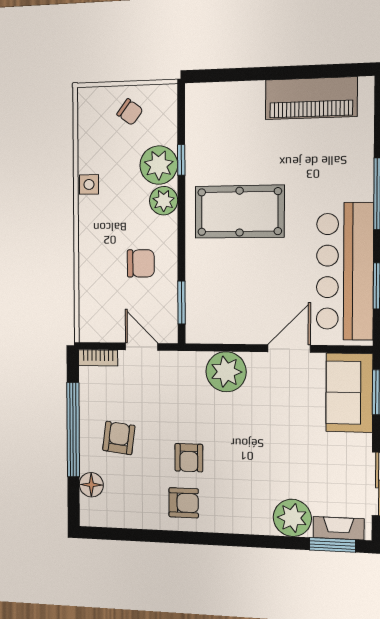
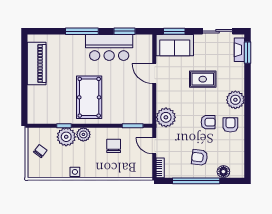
bar counter: (345, 271) -> (109, 47), width x0.73
door: (142, 347) -> (154, 146), hinge flipped
plant: (226, 372) -> (166, 117), moved
rug: (277, 449) -> (203, 79), added
plant: (292, 518) -> (235, 100), moved

